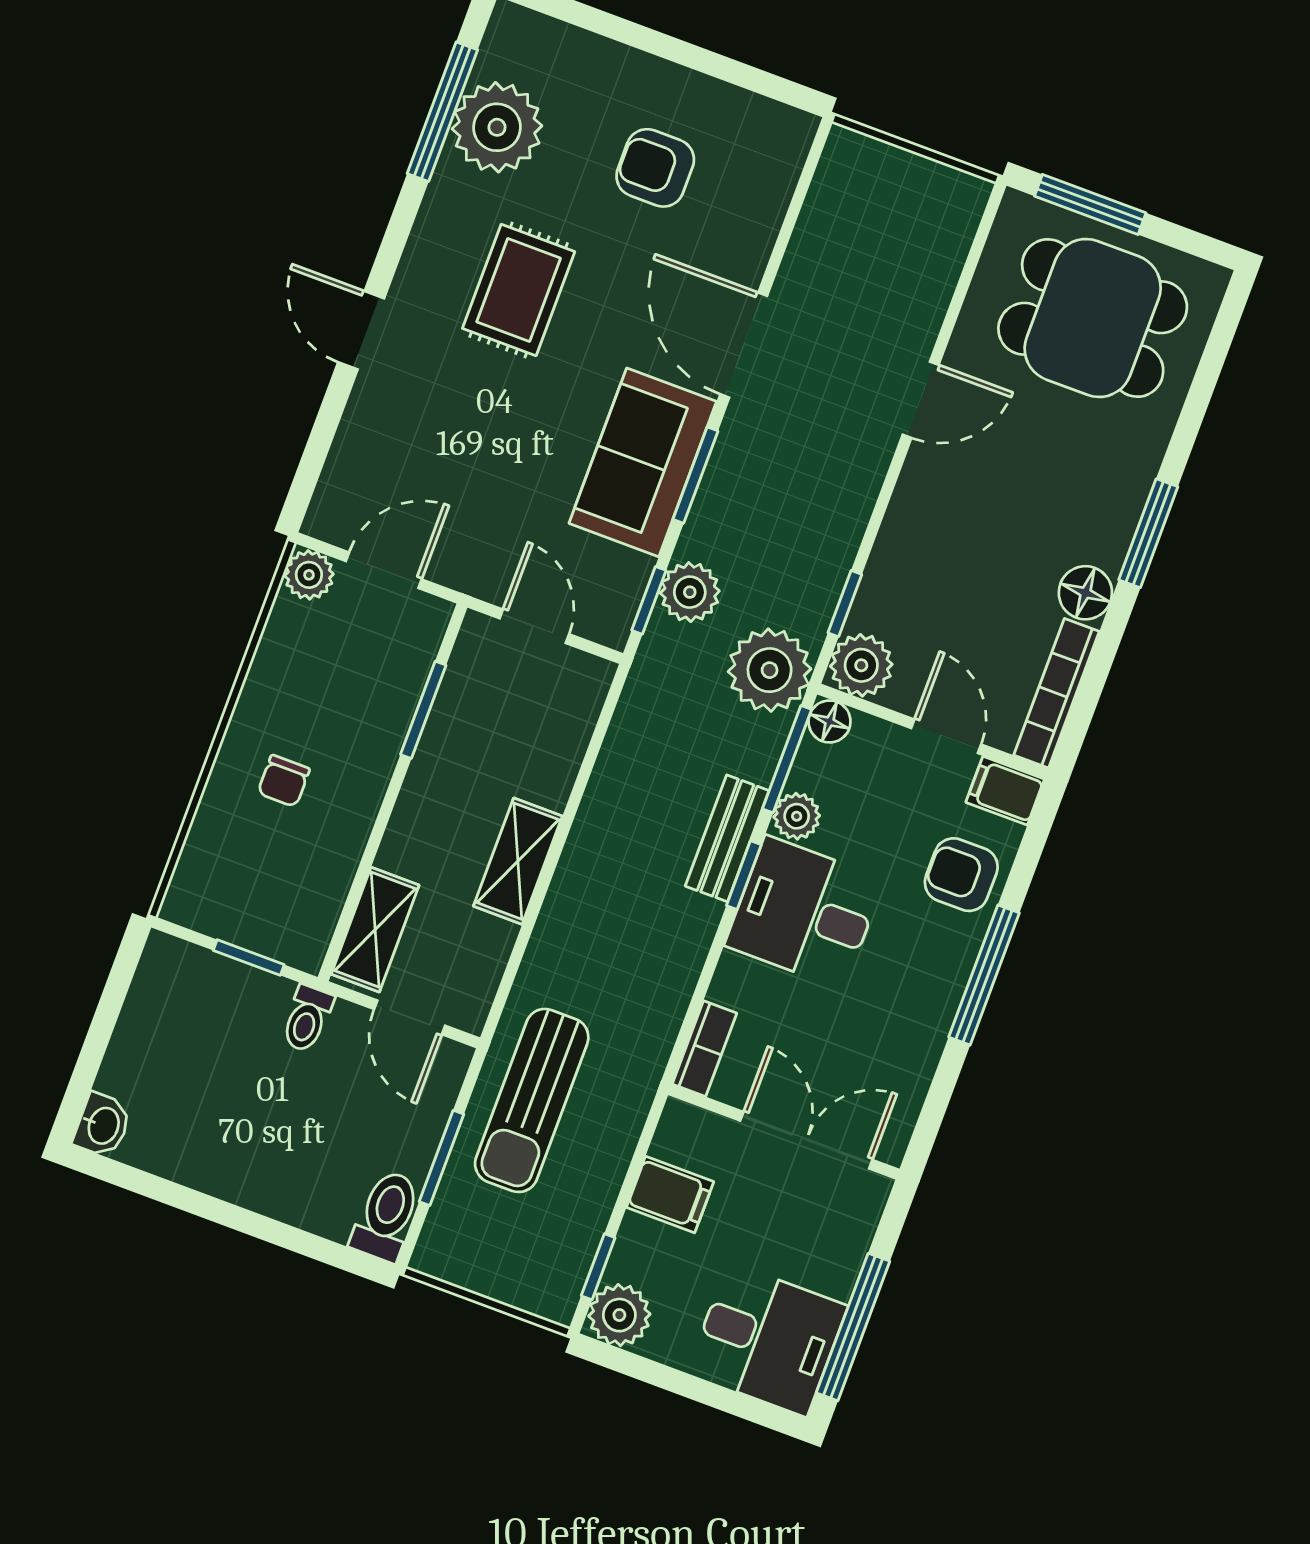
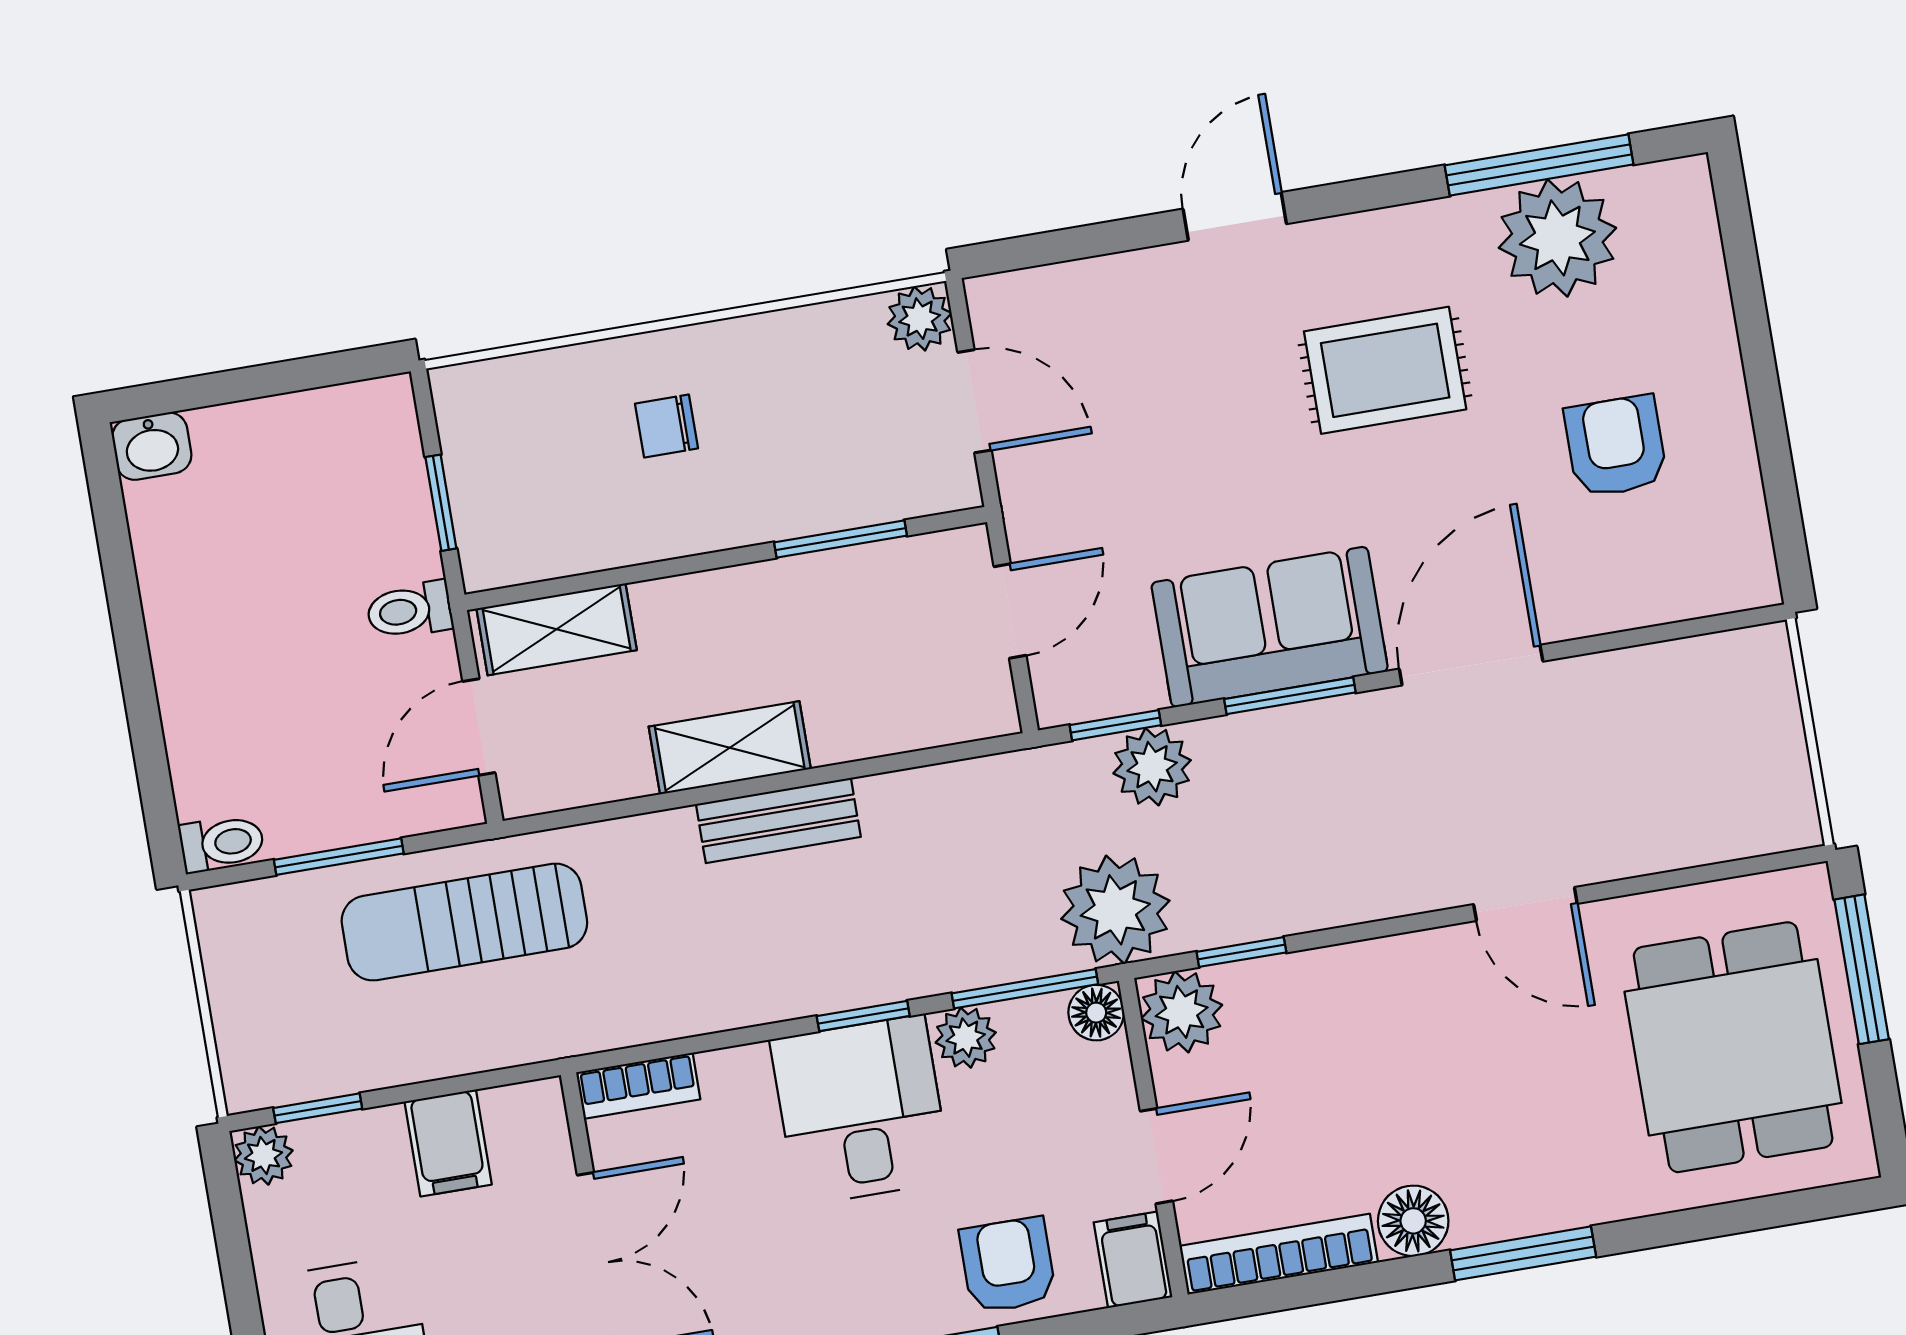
bench: (727, 838) -> (778, 820), moved
toilet: (386, 1216) -> (222, 843), width x0.73, depth x0.72
plant: (619, 1315) -> (263, 1155), width x0.73, depth x0.73

